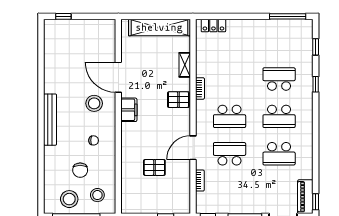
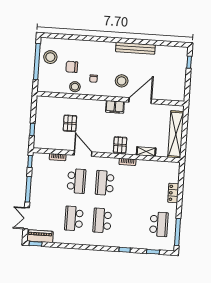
locker: (213, 26) -> (173, 193), moved
school desk: (279, 79) -> (159, 224), moved
bench: (50, 120) -> (135, 48), moved
stool: (97, 195) -> (75, 87), moved

